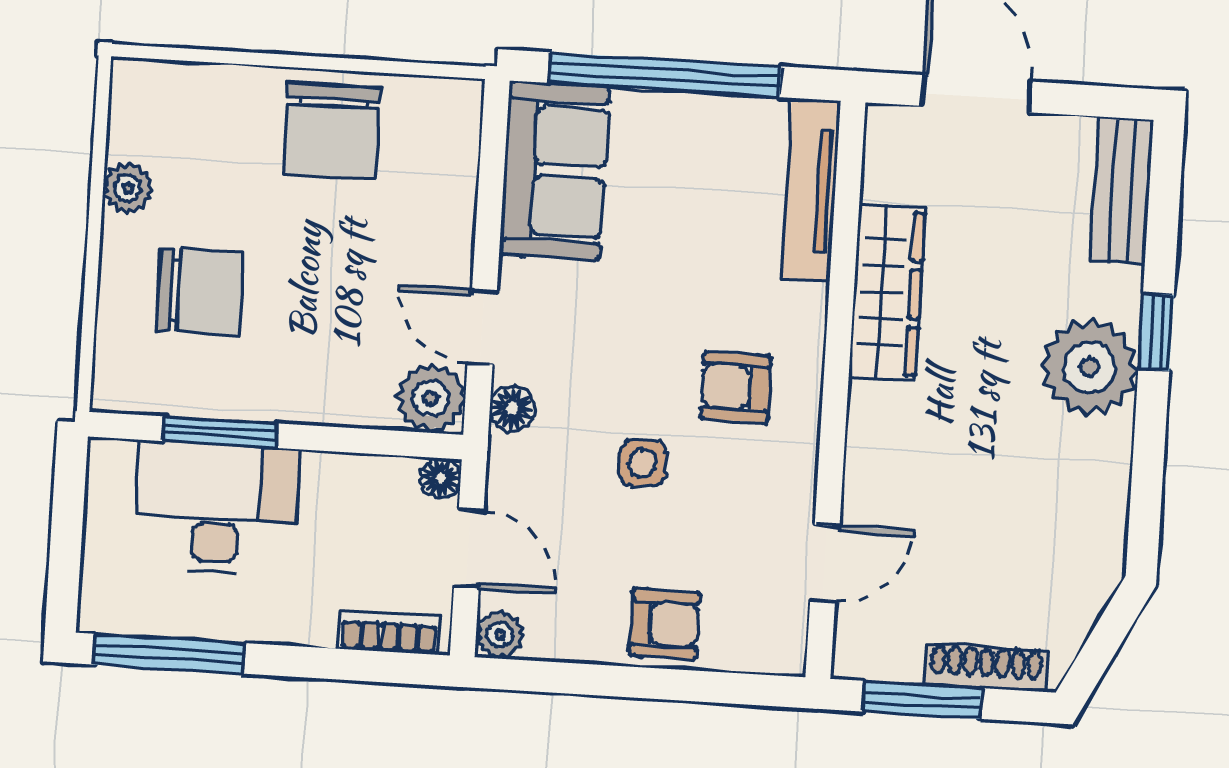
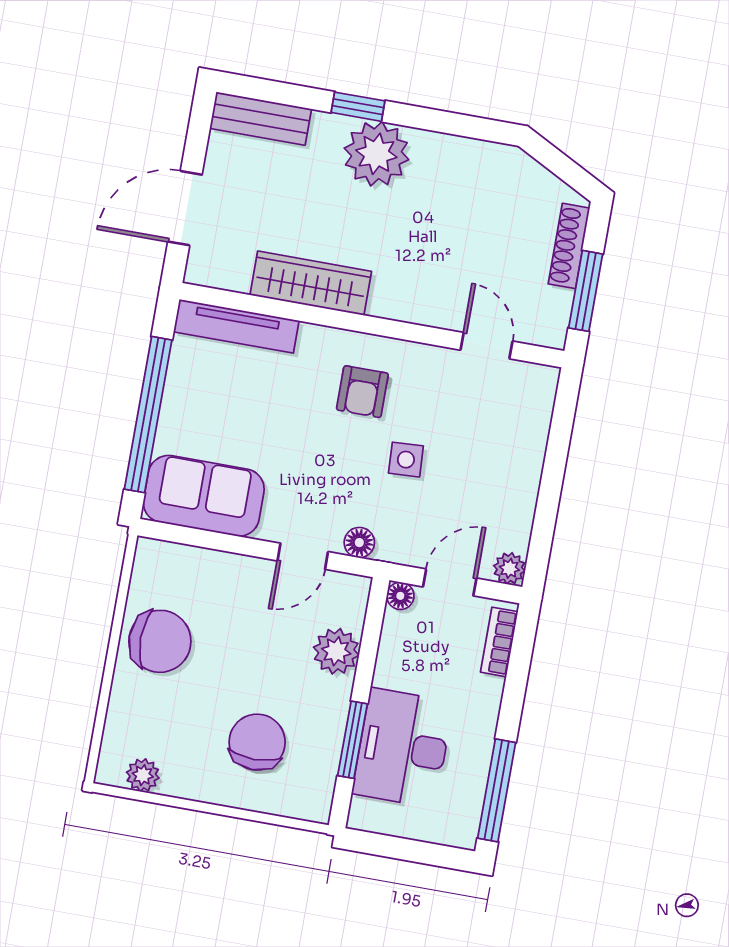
plant: (128, 188) -> (143, 775), moved
plant: (431, 398) -> (336, 651), moved
armchair: (665, 624) -> (515, 457), removed

